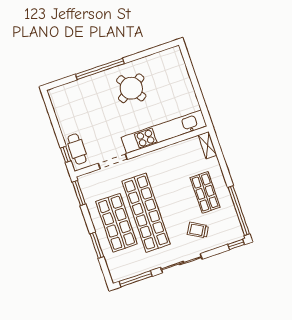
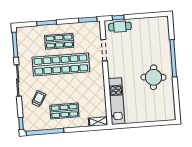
round table: (131, 88) -> (153, 77), turned 37
kitchen unit: (164, 132) -> (117, 101), width x0.73
shop shelf: (116, 223) -> (59, 41), width x0.70, depth x0.74

